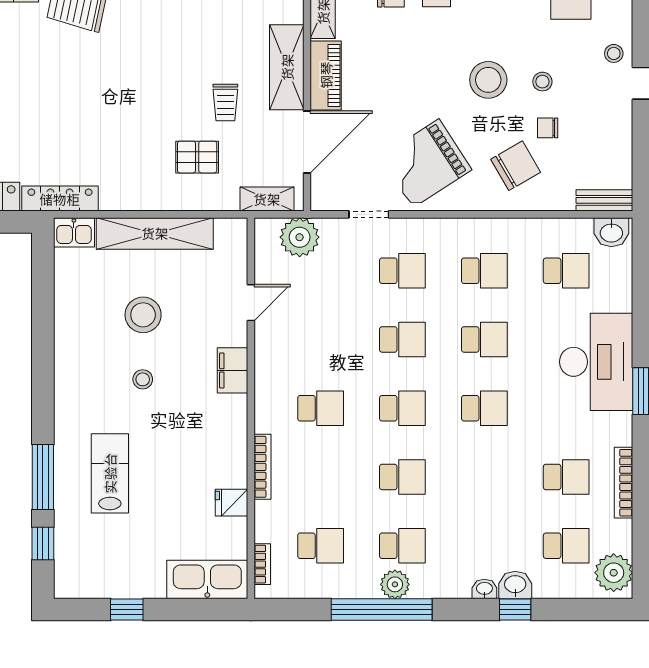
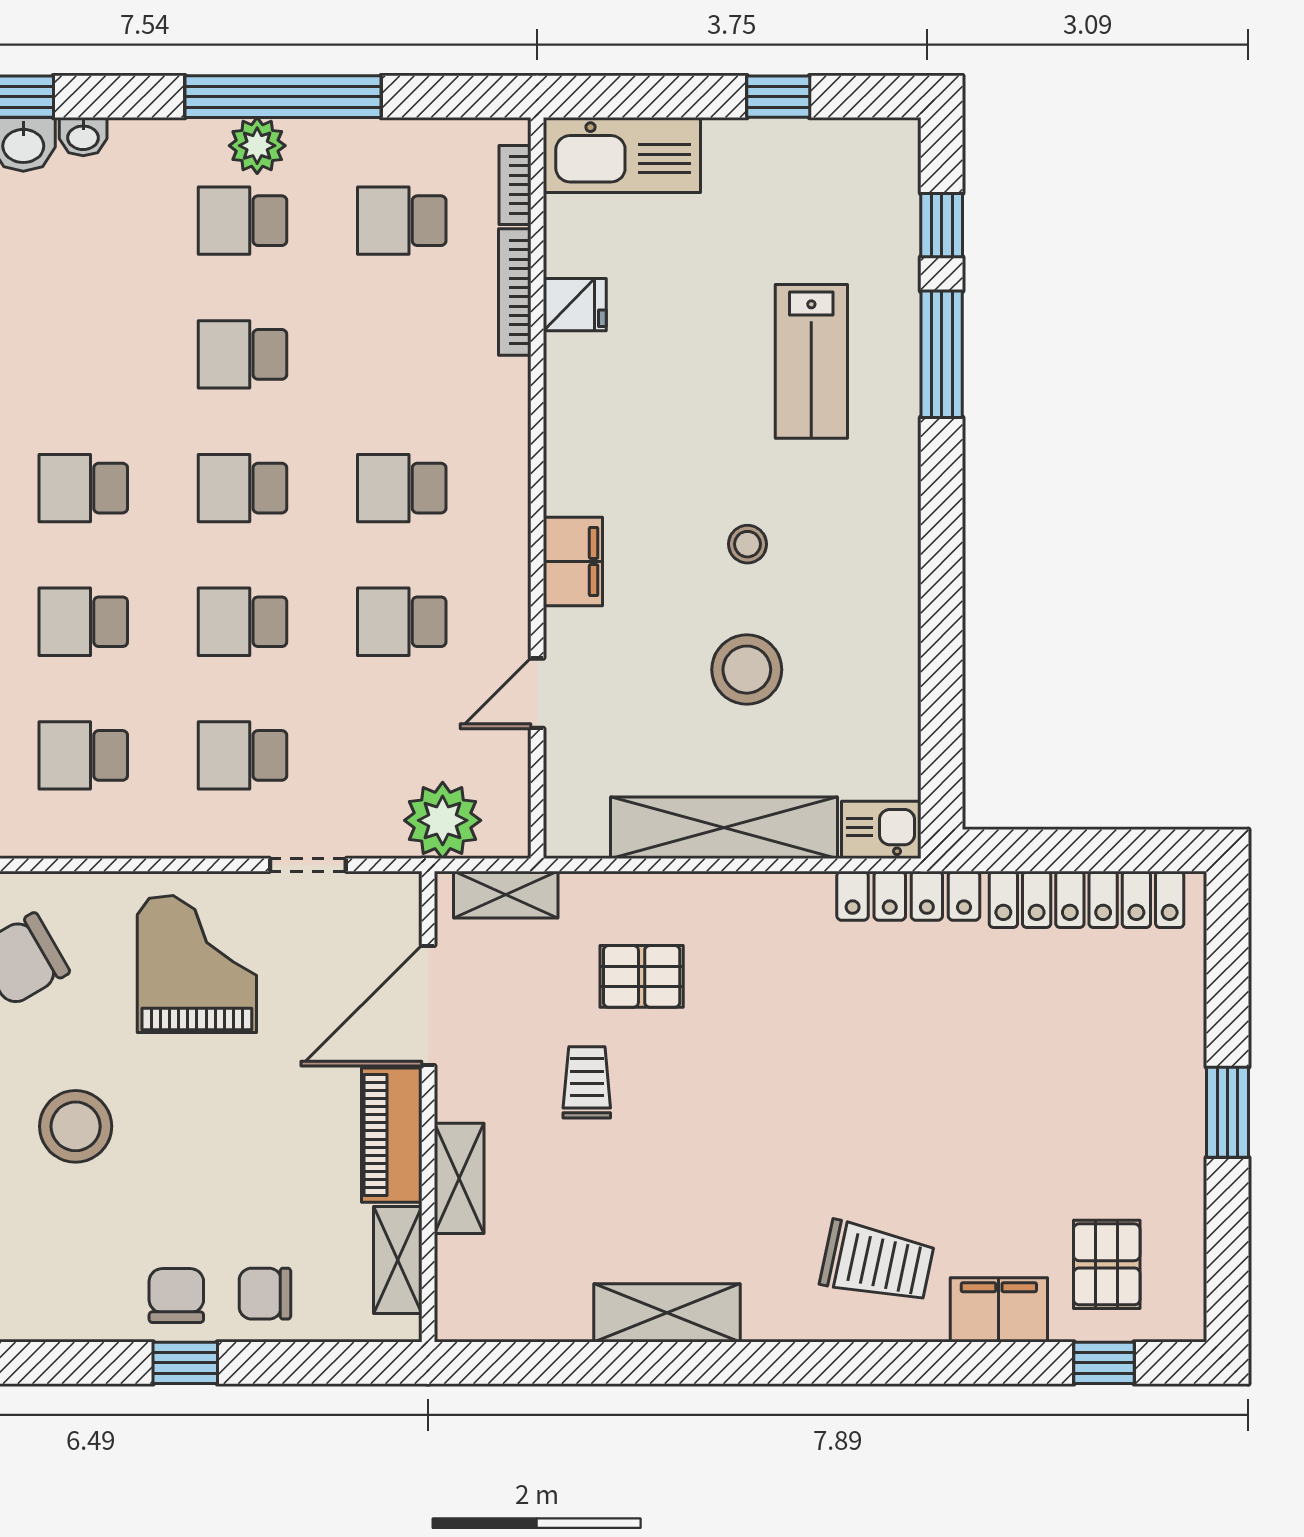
shelving: (287, 67) -> (459, 1178), width x0.67, depth x0.75
grand piano: (426, 163) -> (197, 964), turned -57
school desk: (321, 339) -> (402, 622), added
bookcase: (262, 467) -> (515, 292), moved

